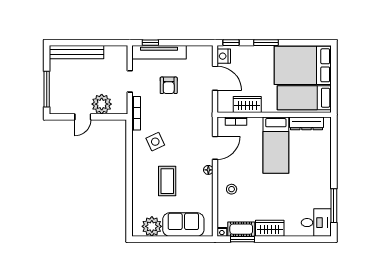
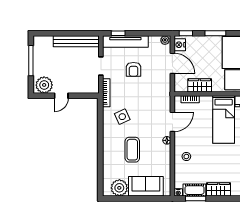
plant: (206, 51) -> (165, 40), added
bench: (77, 52) -> (76, 41), moved
window: (47, 89) -> (31, 61), moved
plant: (102, 104) -> (44, 85), moved

